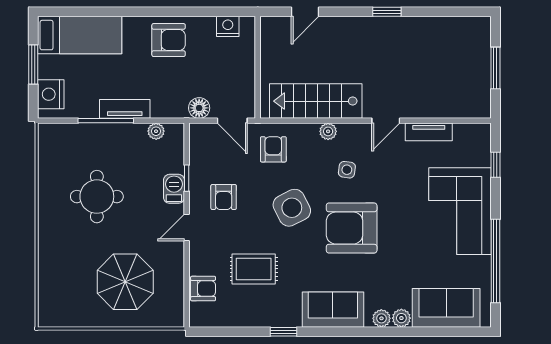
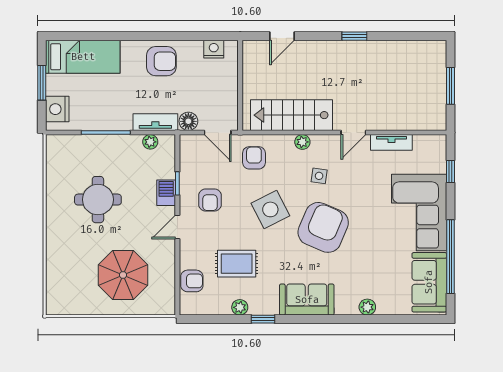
tv unit: (125, 109) -> (155, 122), moved
armchair: (352, 228) -> (323, 227), turned 113
sofa: (446, 308) -> (429, 282), moved, turned -90
plant: (381, 318) -> (240, 307), moved

